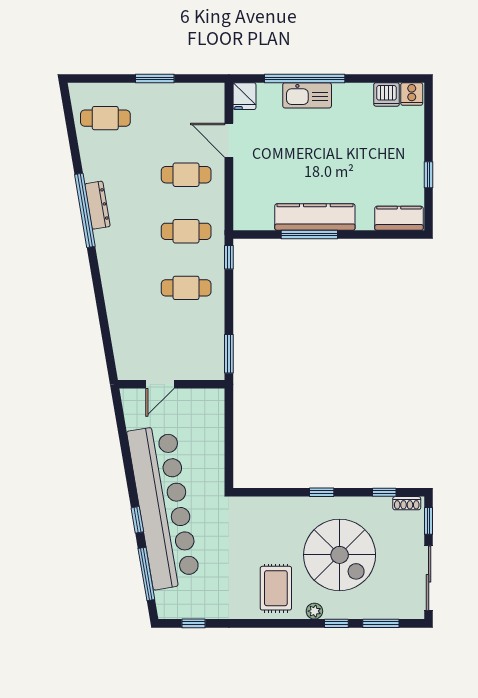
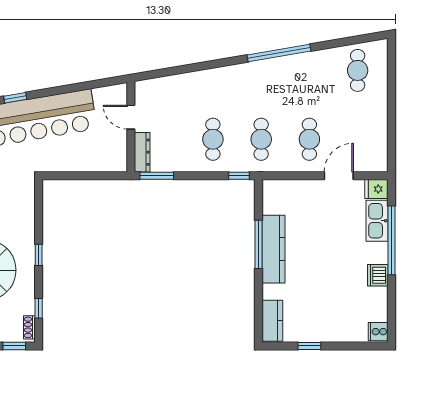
window: (155, 78) -> (391, 113), removed
dishwasher: (387, 94) -> (378, 275), moved
kitchen sink: (307, 95) -> (377, 221), moved
dresser: (97, 205) -> (142, 152), moved, turned -80

